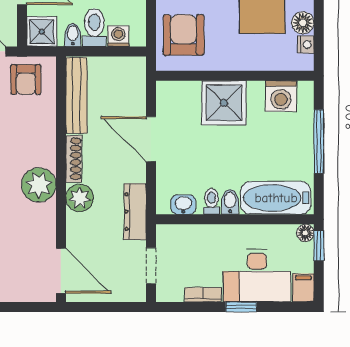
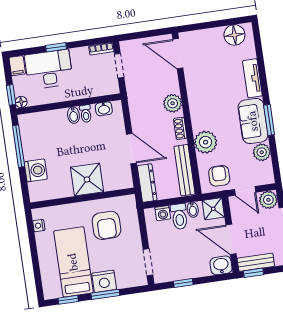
floor lamp: (303, 23) -> (43, 240), removed
armchair: (183, 35) -> (106, 225), moved
washing machine: (281, 96) -> (36, 170), moved, turned 90
window: (319, 142) -> (19, 146), moved
shoe rack: (74, 159) -> (180, 128), width x0.70
plant: (39, 185) -> (206, 142), moved
bathtub: (276, 198) -> (44, 122), removed
dresser: (135, 212) -> (147, 183), moved
bookcase: (203, 295) -> (101, 49), moved

